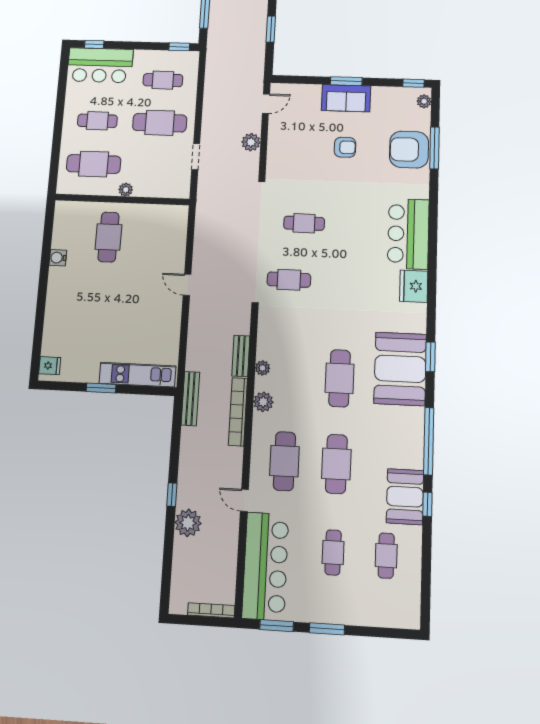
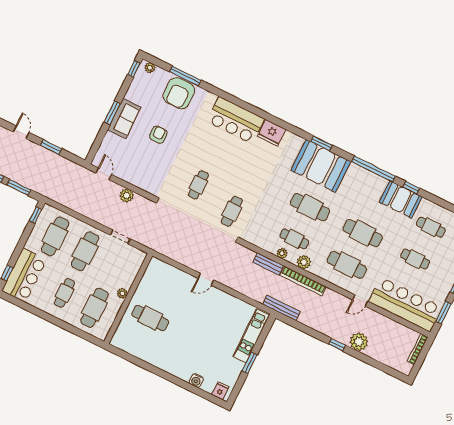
cafe table: (163, 80) -> (55, 236), width x1.37, depth x1.35
water cooler: (58, 258) -> (196, 380), moved
cafe table: (288, 376) -> (294, 239), added

